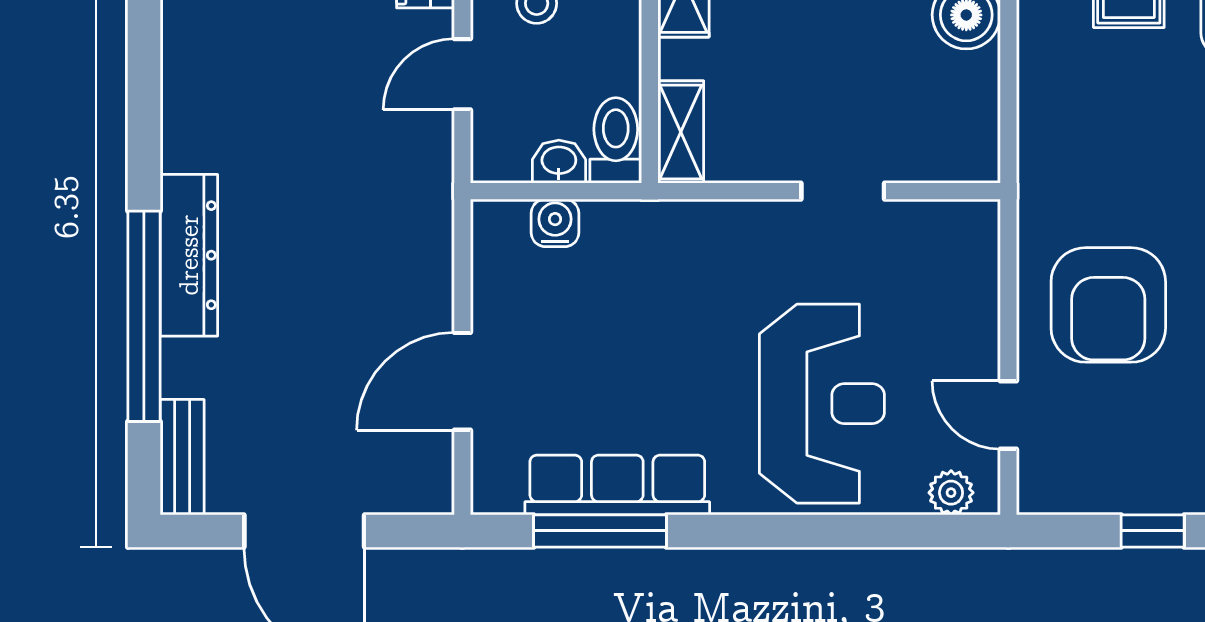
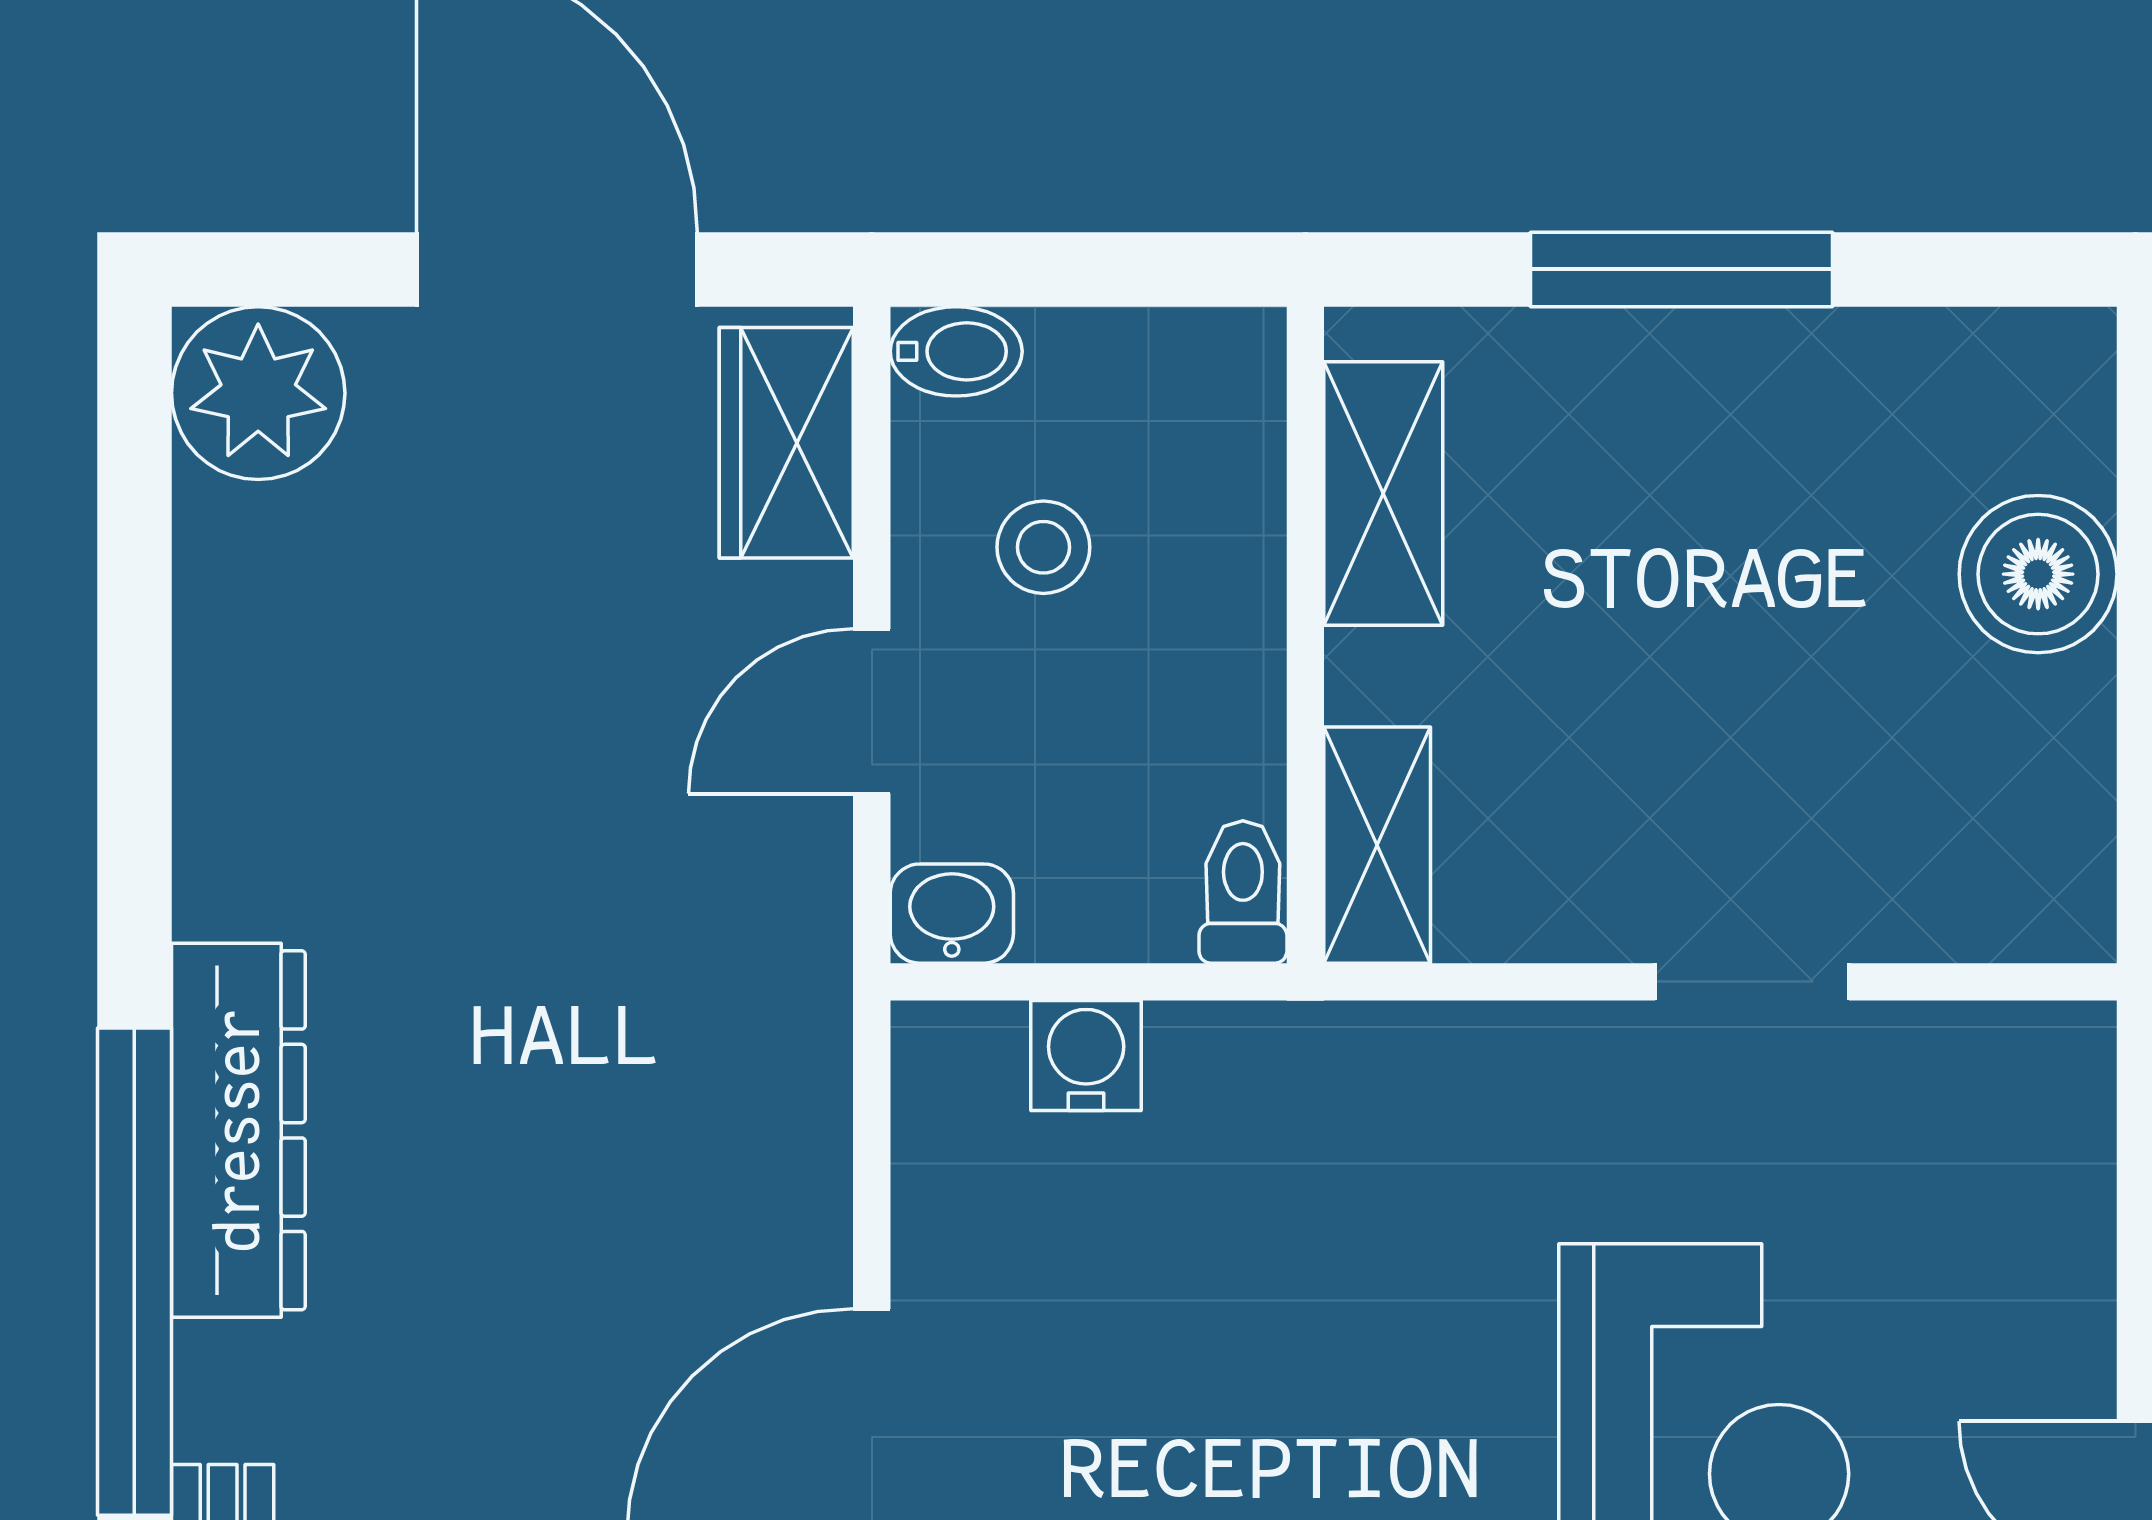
toilet: (616, 140) -> (1243, 892), width x0.73, depth x0.72
washbasin: (559, 162) -> (952, 914), moved

